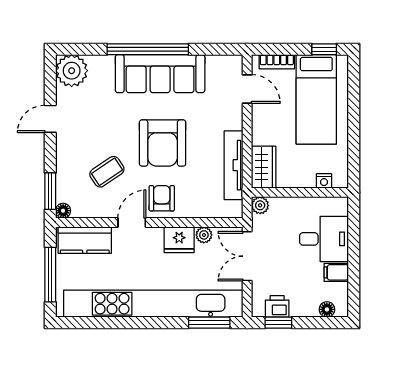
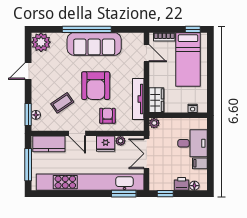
armchair: (162, 198) -> (107, 116), moved
floor lamp: (63, 211) -> (36, 115), moved
door: (132, 223) -> (77, 133), swing flipped
printer: (277, 306) -> (182, 184), moved

